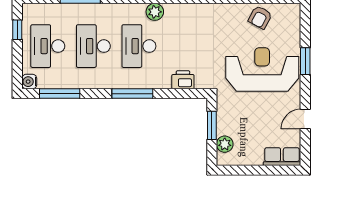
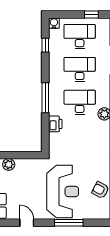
window: (305, 61) -> (69, 223), width x1.44
printer: (183, 80) -> (55, 124), moved
window: (60, 94) -> (45, 45), width x0.46
window: (212, 125) -> (22, 155), removed

